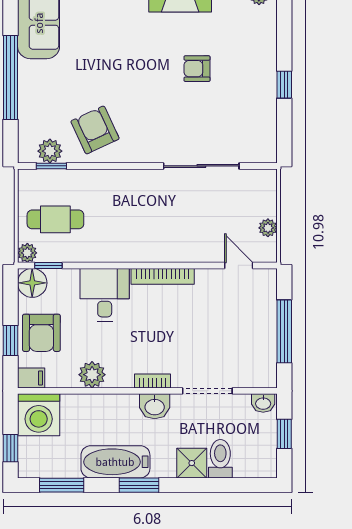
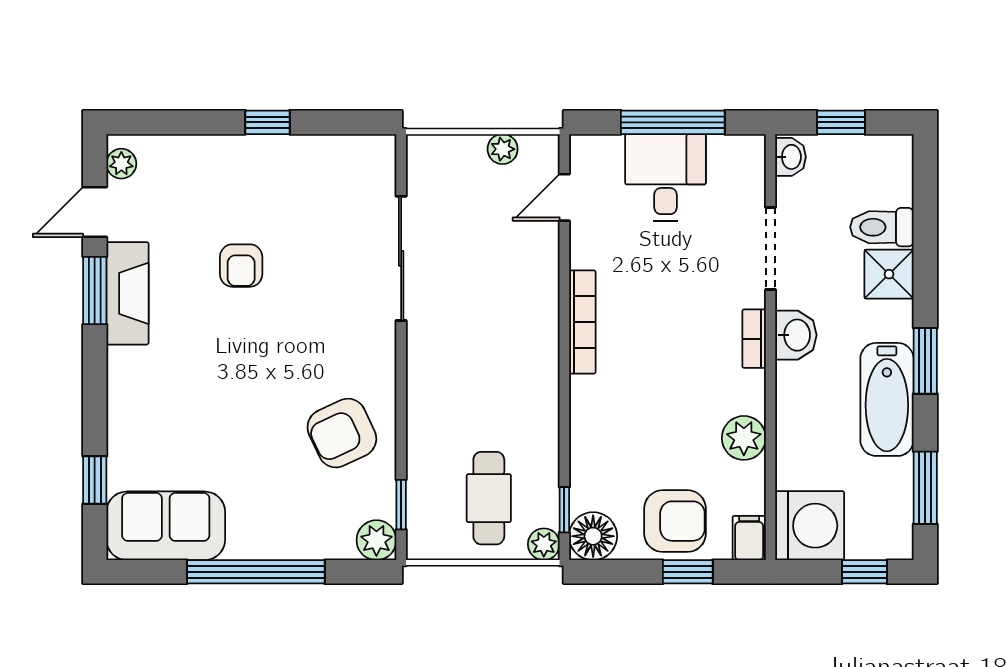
plant: (50, 151) -> (376, 540), moved
desk: (105, 295) -> (665, 178), moved, turned 90

